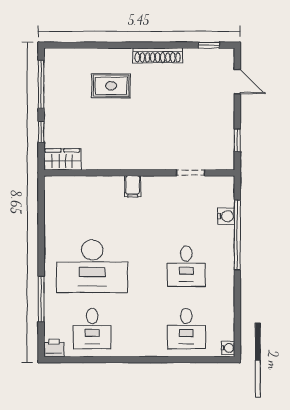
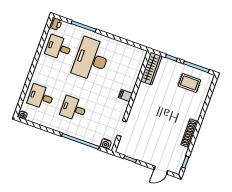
rug: (111, 86) -> (189, 83), moved, turned 90
wardrobe: (62, 159) -> (151, 69), width x1.50
water cooler: (226, 216) -> (106, 144), moved

